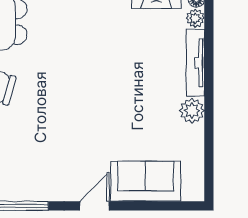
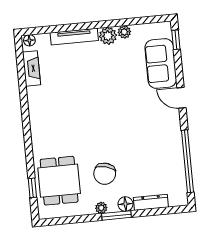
plant: (195, 18) -> (124, 32), moved
window: (177, 206) -> (176, 40), added

